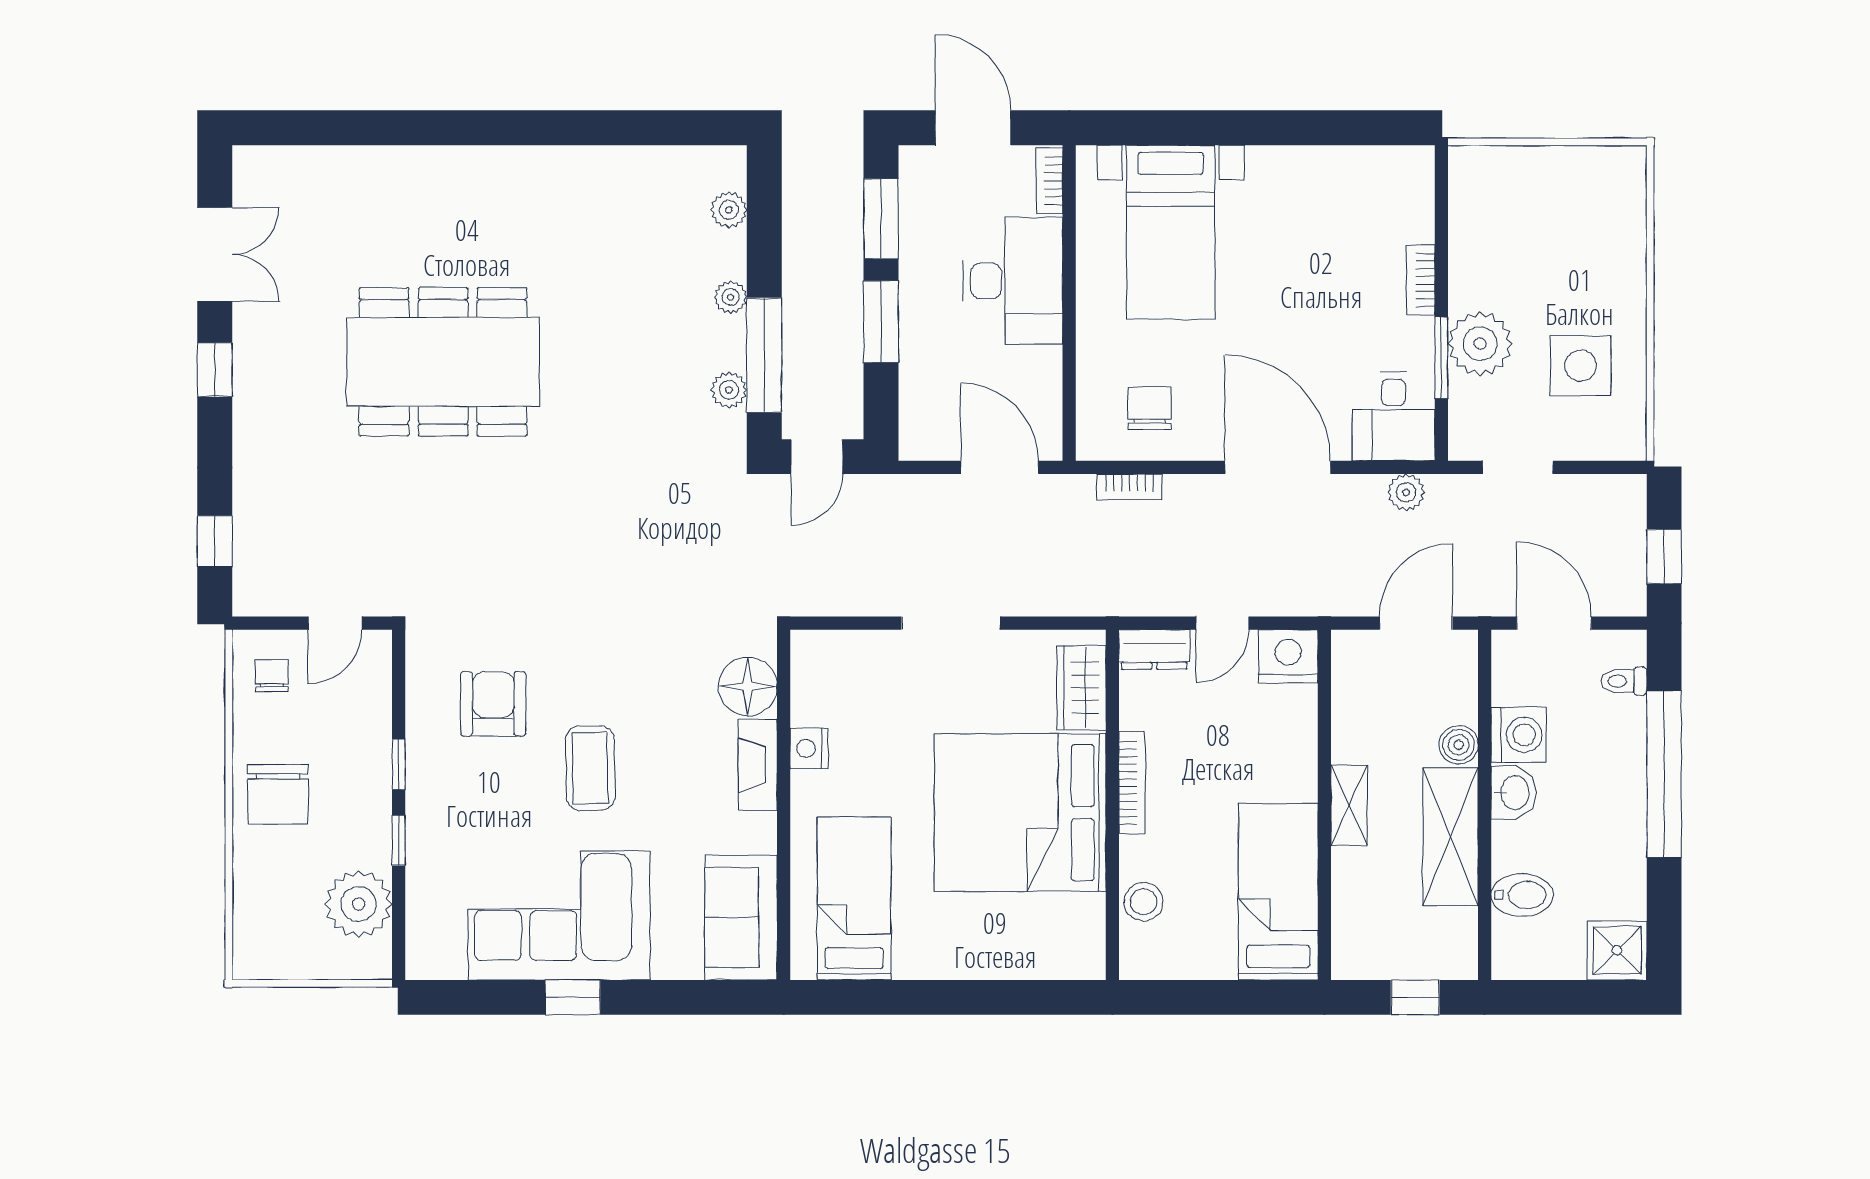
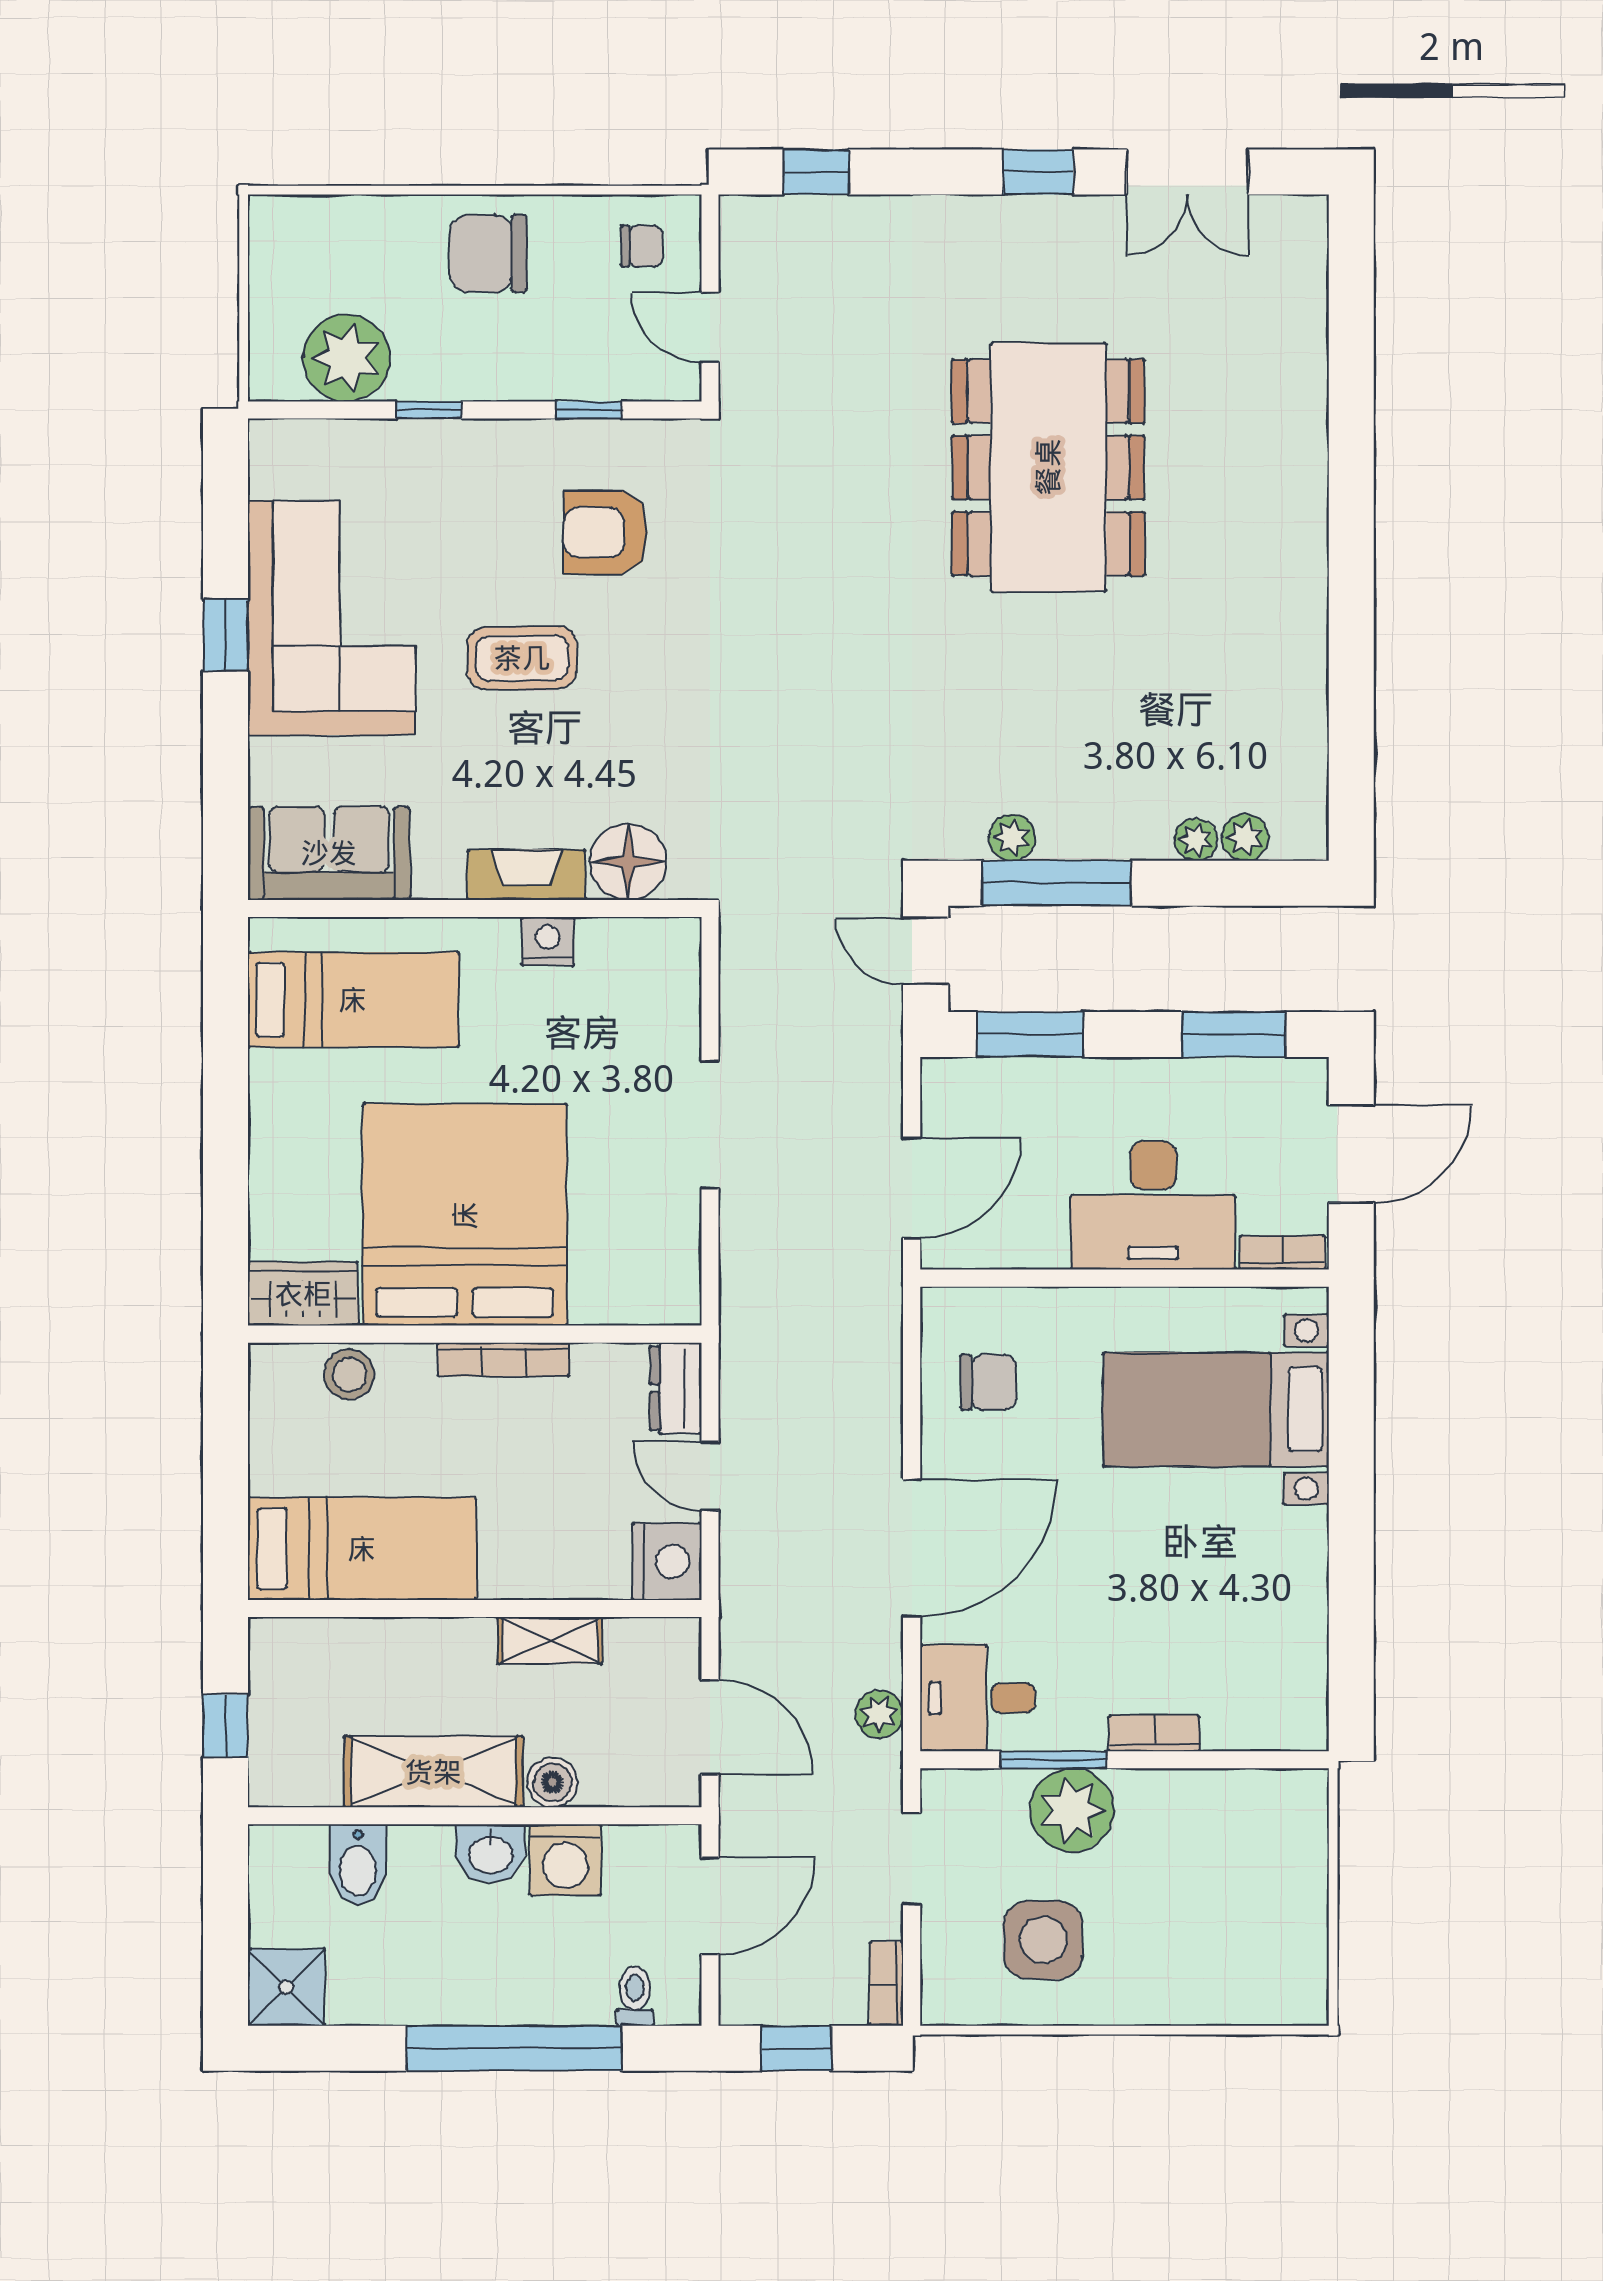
plant: (731, 297) -> (1196, 840), moved
window: (881, 322) -> (1030, 1034), moved
bookcase: (1129, 487) -> (886, 1984), moved
wardrobe: (1081, 688) -> (303, 1294), moved
armchair: (493, 704) -> (606, 532), turned 180
window: (399, 764) -> (589, 410), moved
shelving: (1349, 805) -> (550, 1640), moved

